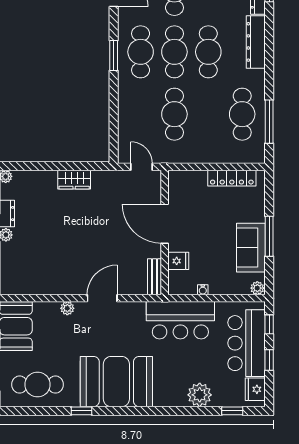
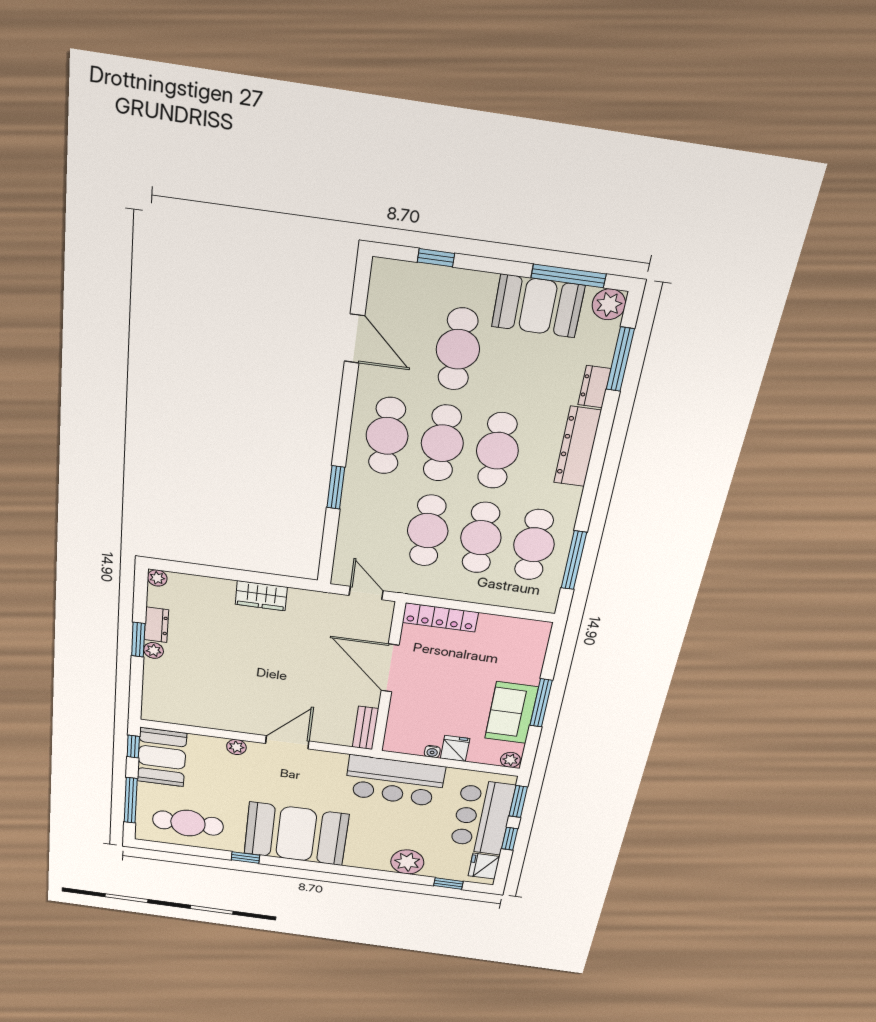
window: (114, 55) -> (336, 487), moved
cafe table: (208, 114) -> (481, 538), added
locker: (232, 178) -> (440, 617), moved
fridge: (178, 261) -> (455, 748), moved, turned -90
window: (269, 324) -> (518, 801), width x1.50

